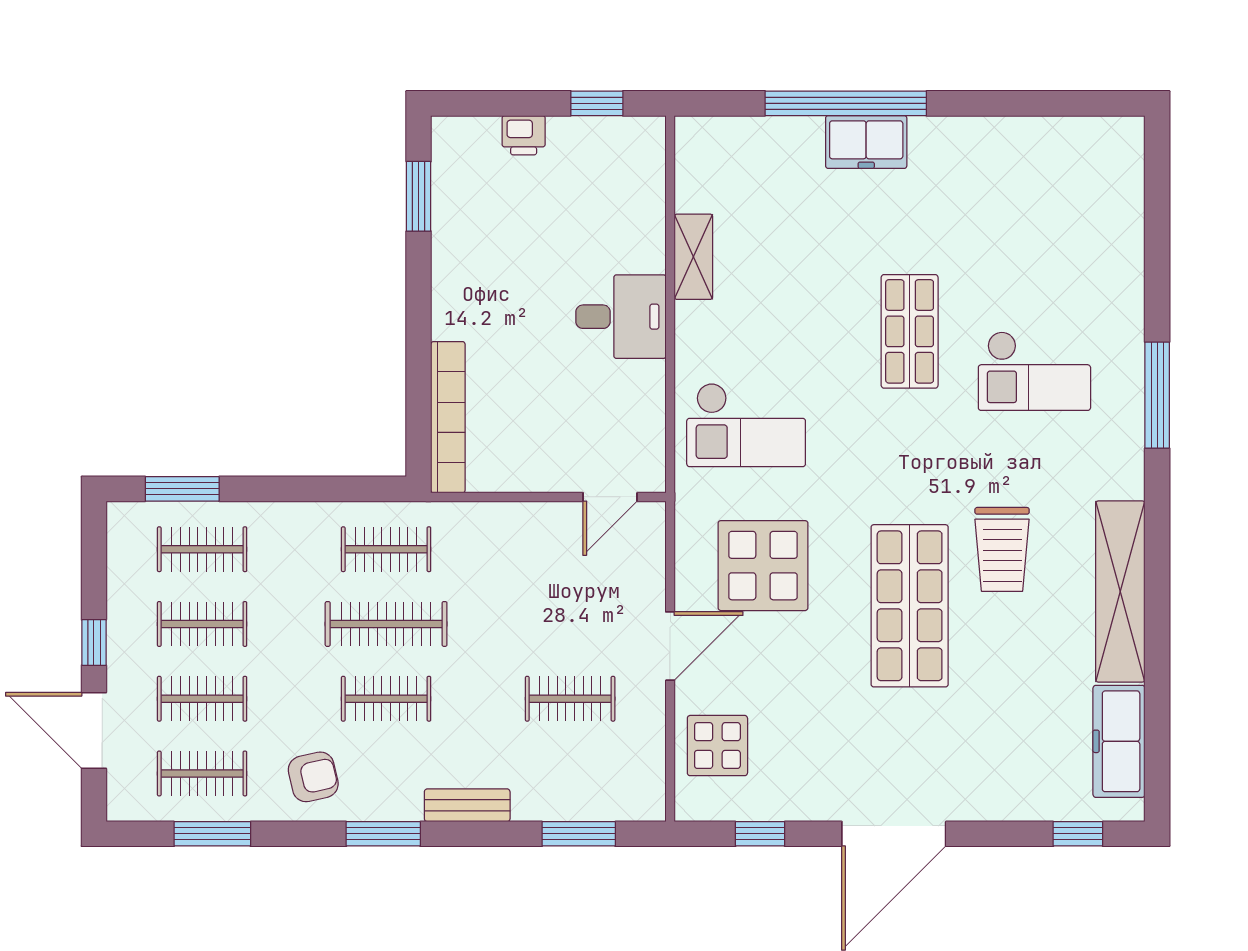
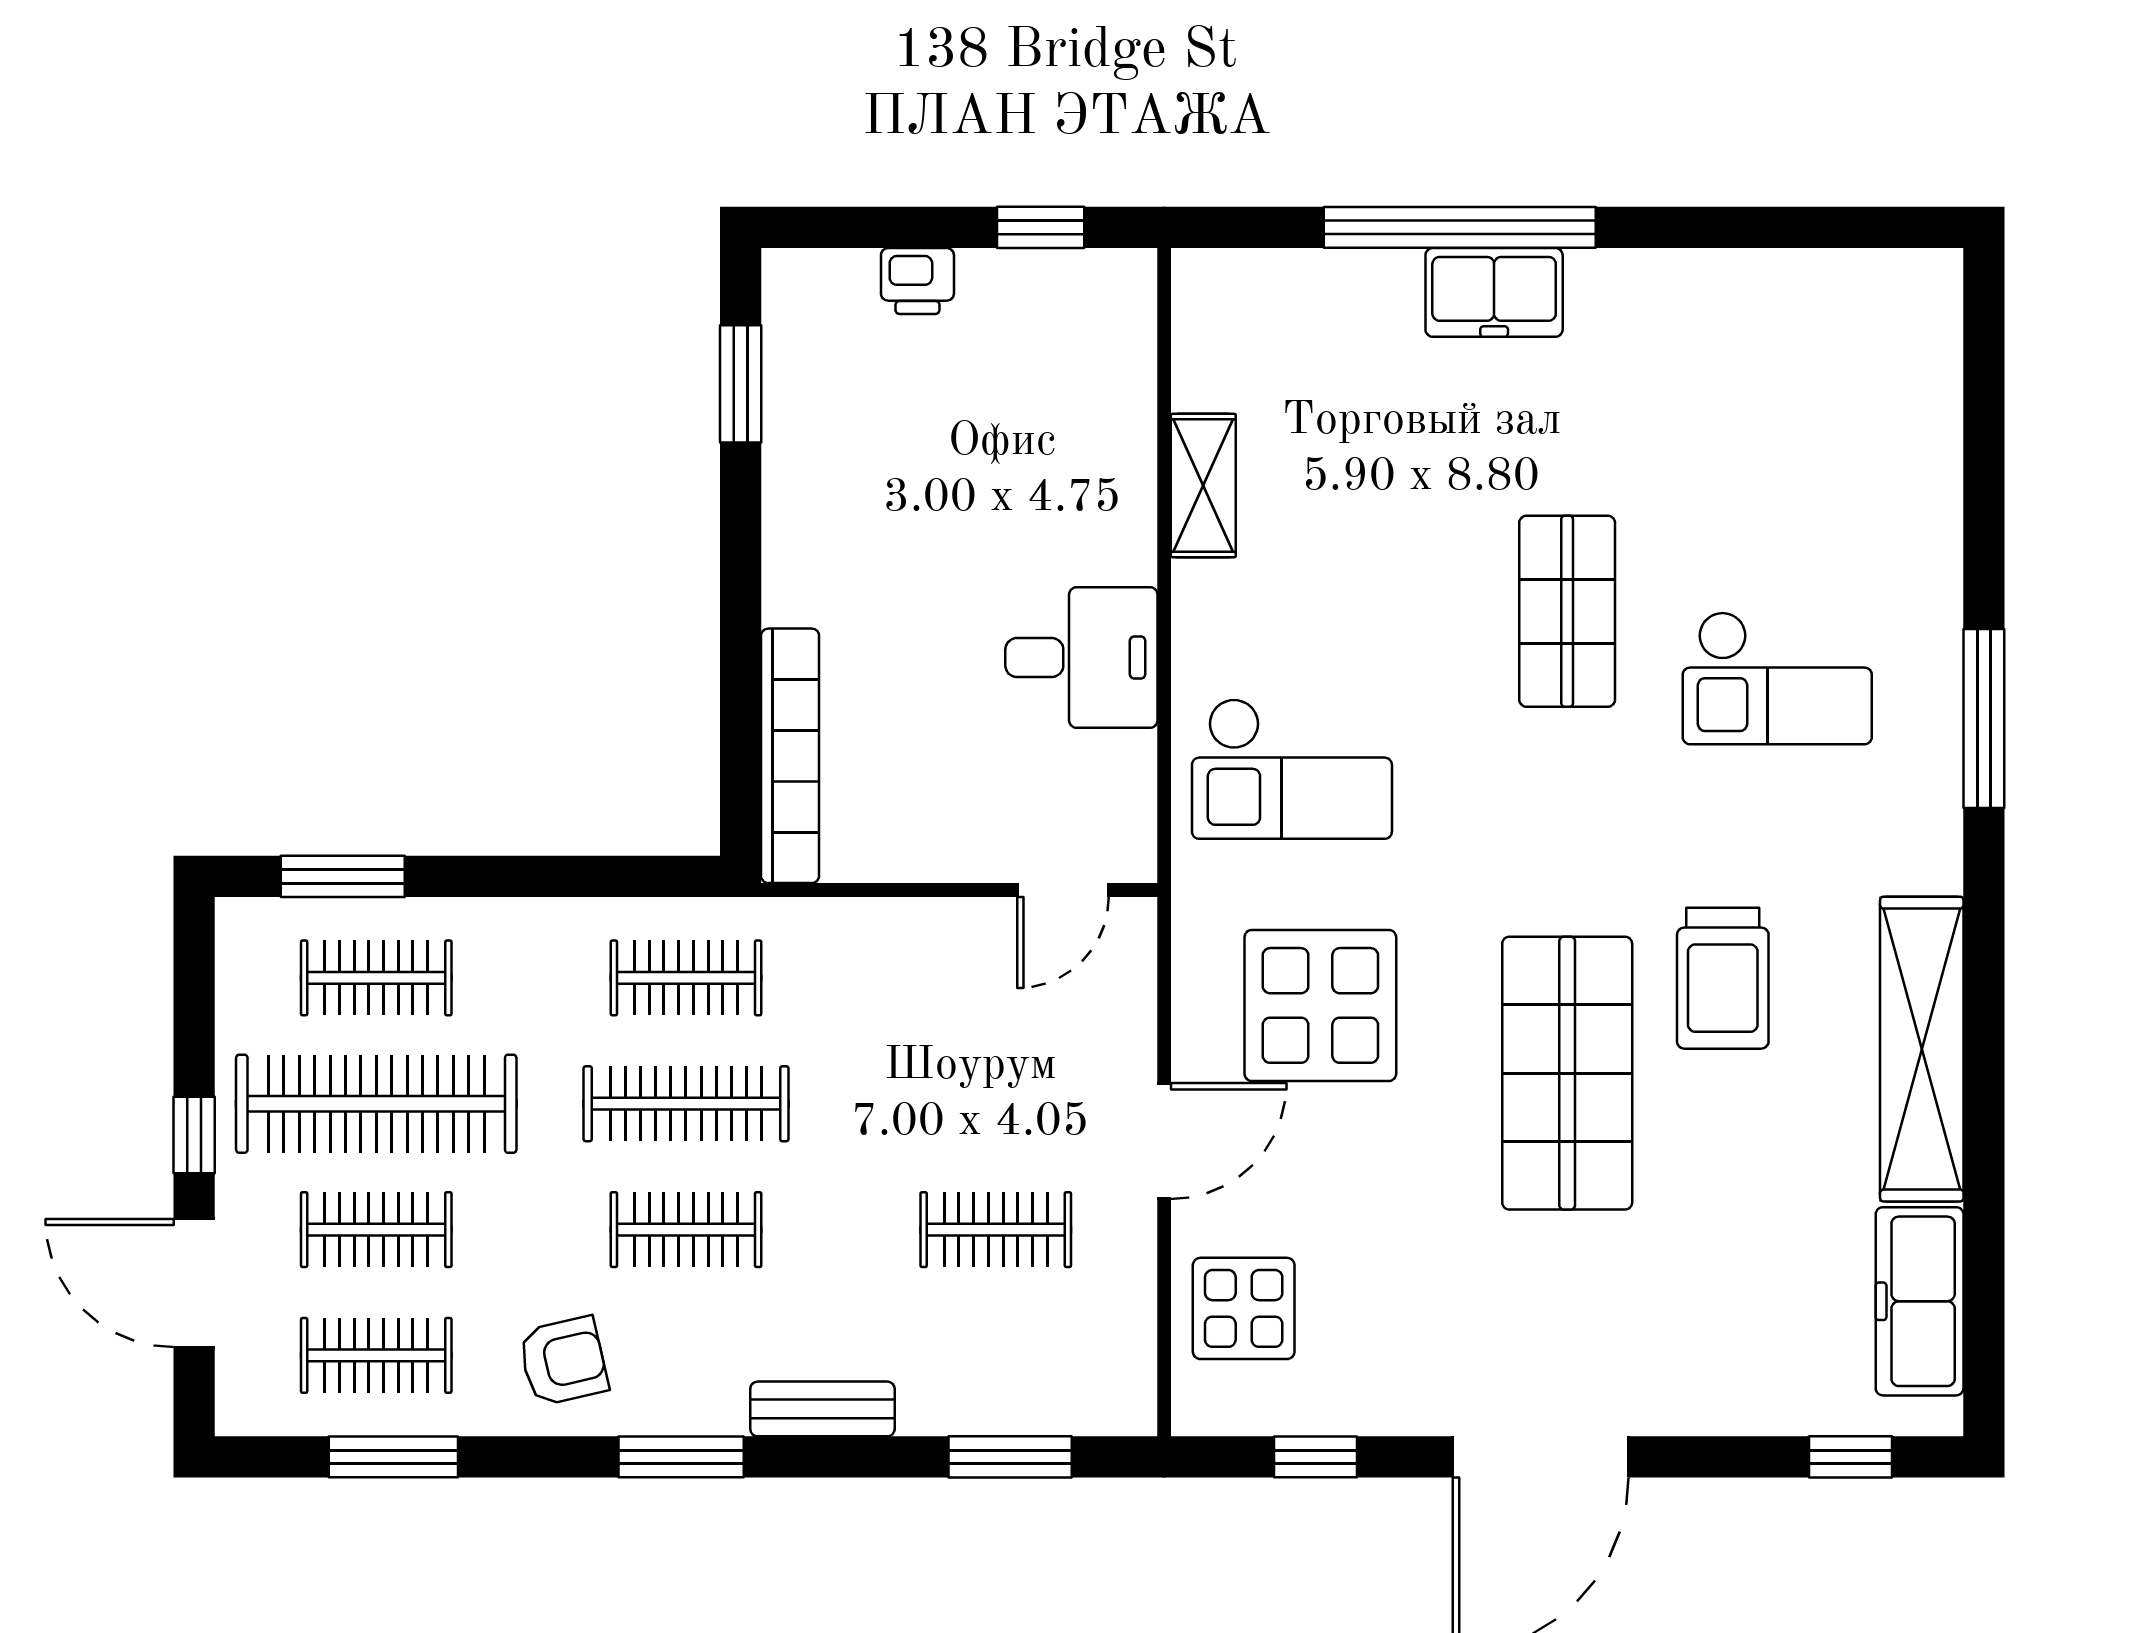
desk: (621, 317) -> (1081, 658), moved
clothes rail: (202, 624) -> (376, 1104), width x1.86, depth x1.31

